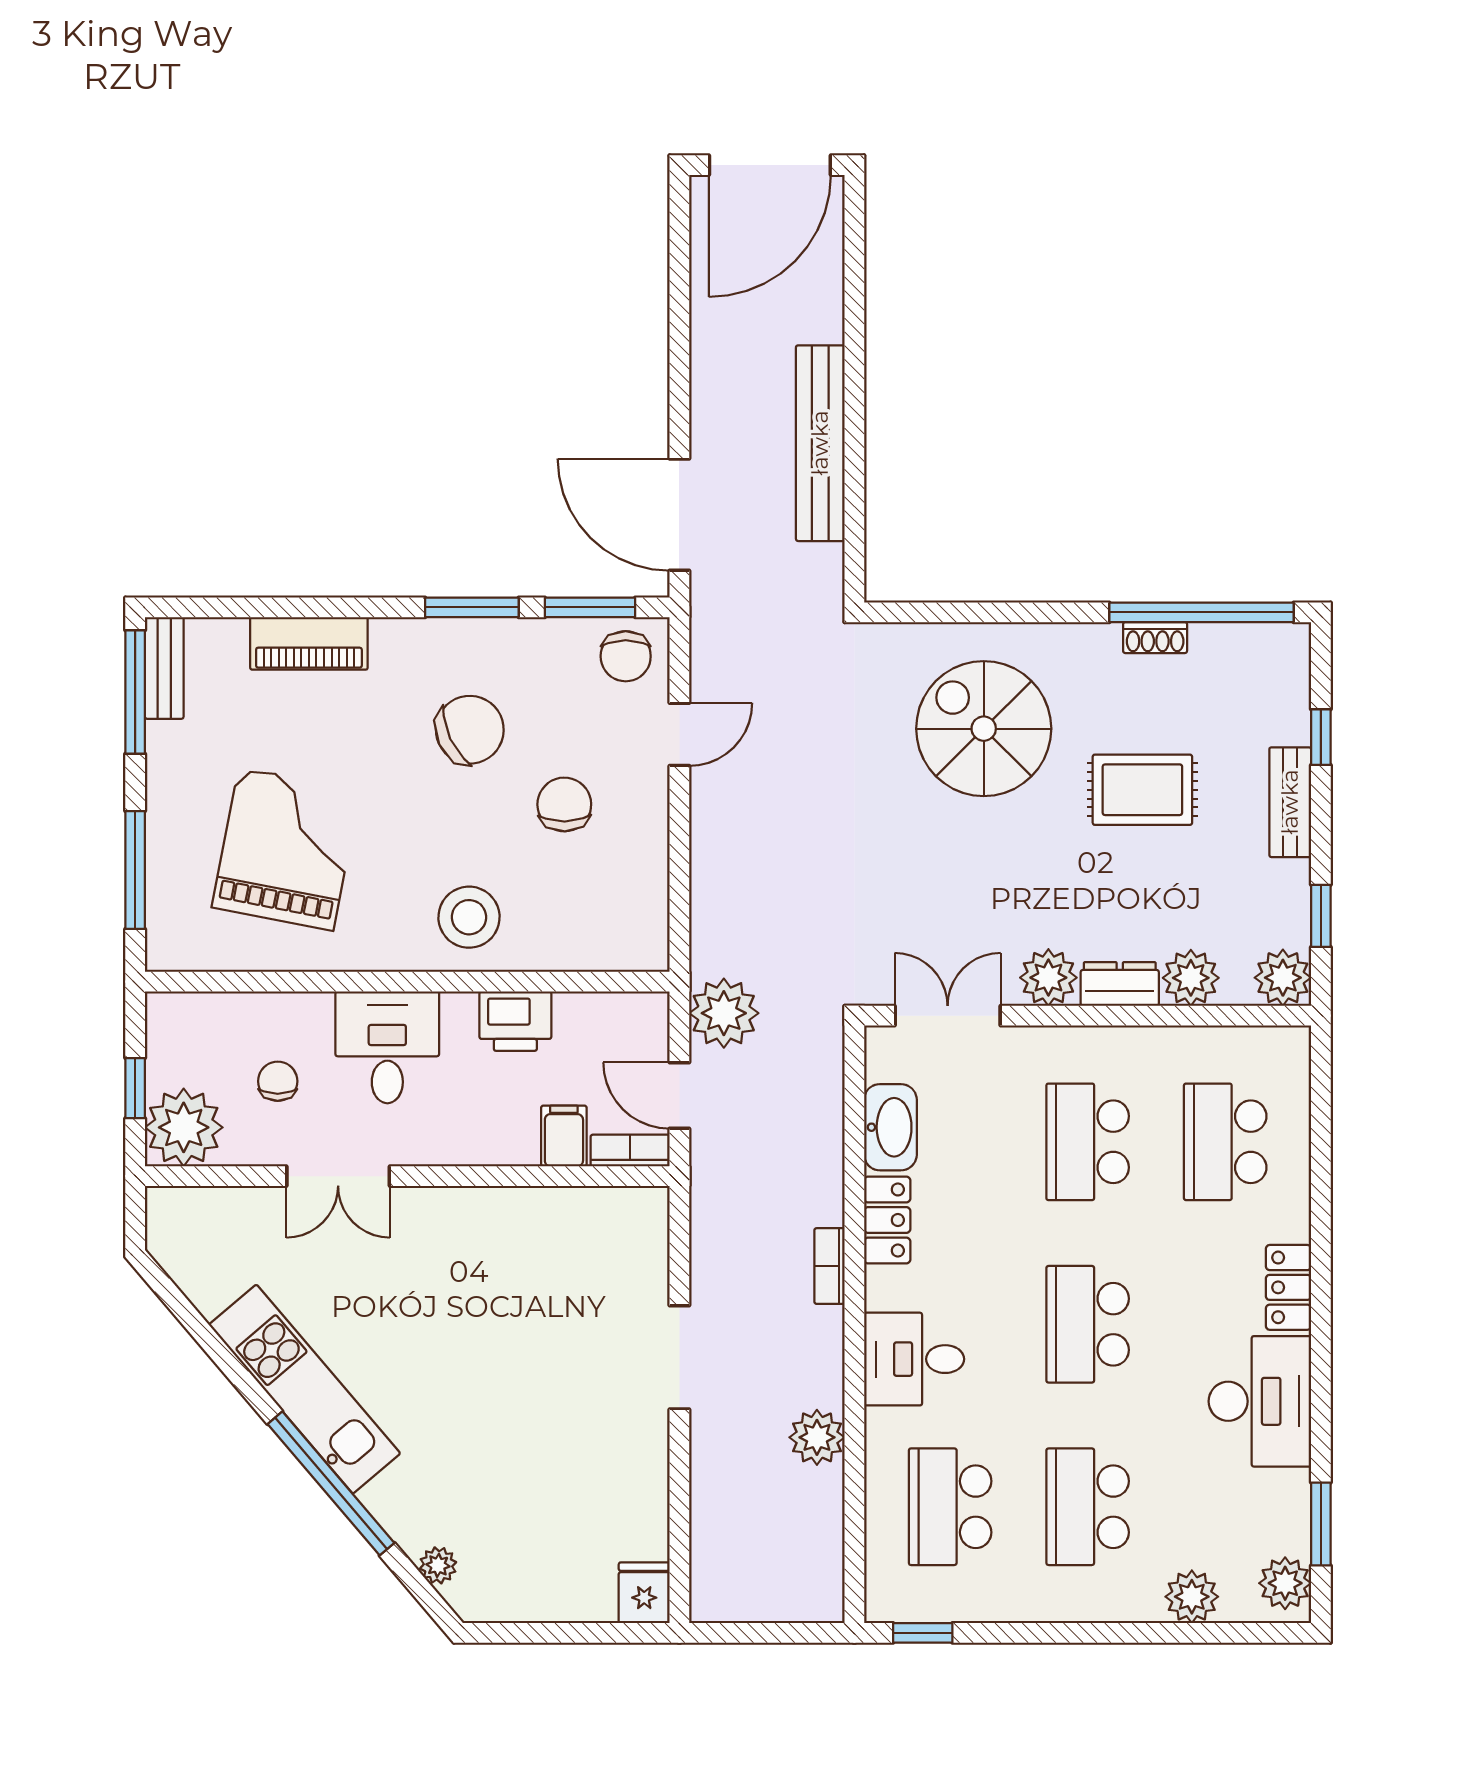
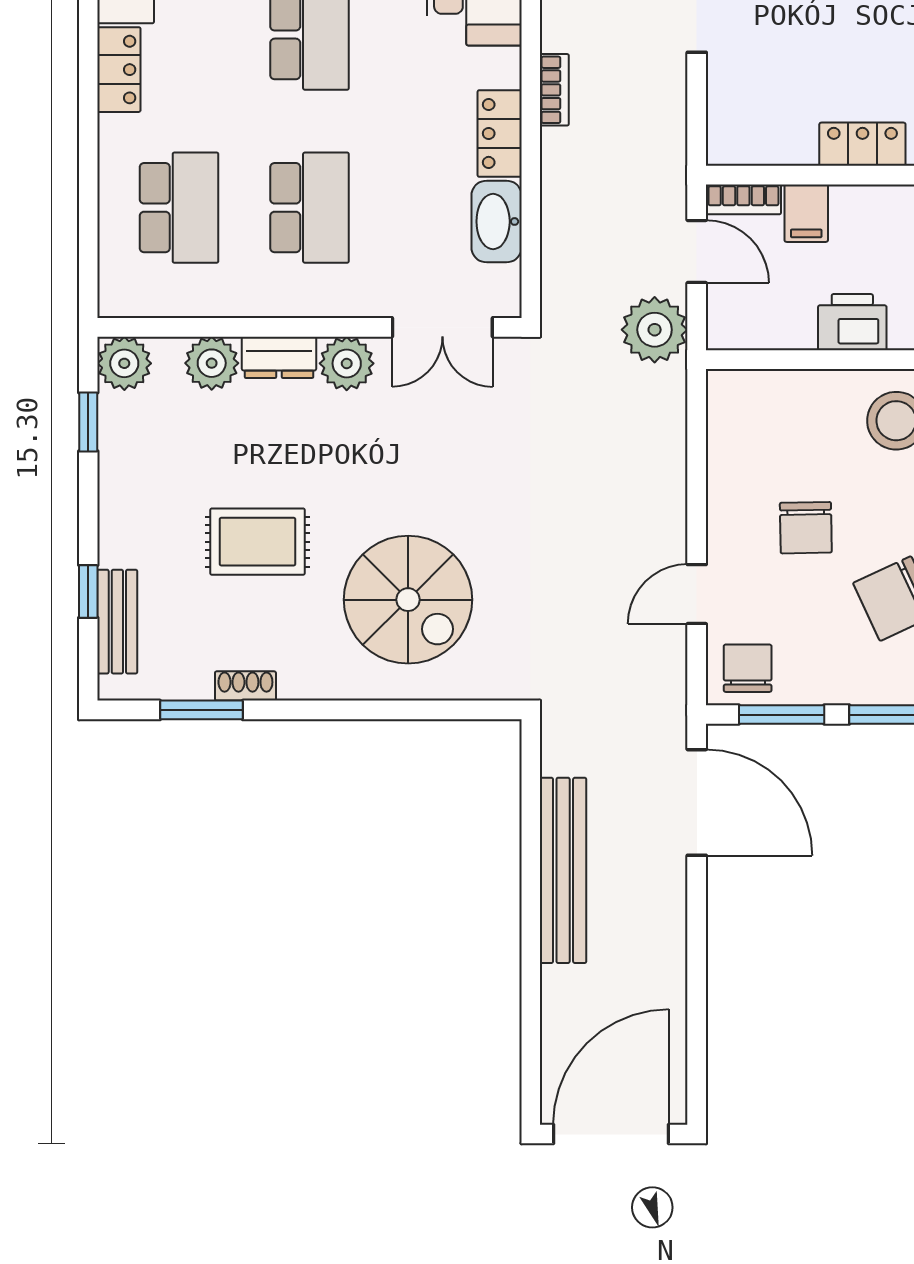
window: (1202, 612) -> (201, 710), width x0.47
bench: (1290, 802) -> (117, 622), moved
locker: (505, 1209) -> (862, 144), added

